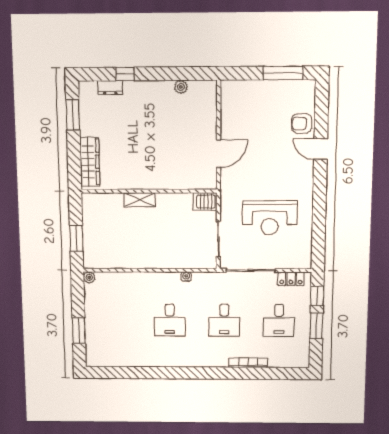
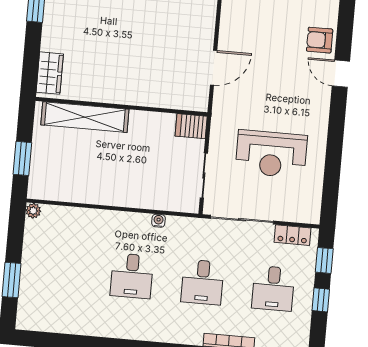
wardrobe: (90, 162) -> (50, 73), width x0.67
shelving: (139, 200) -> (85, 117), width x2.20, depth x1.33
window: (316, 326) -> (321, 300), width x0.67

